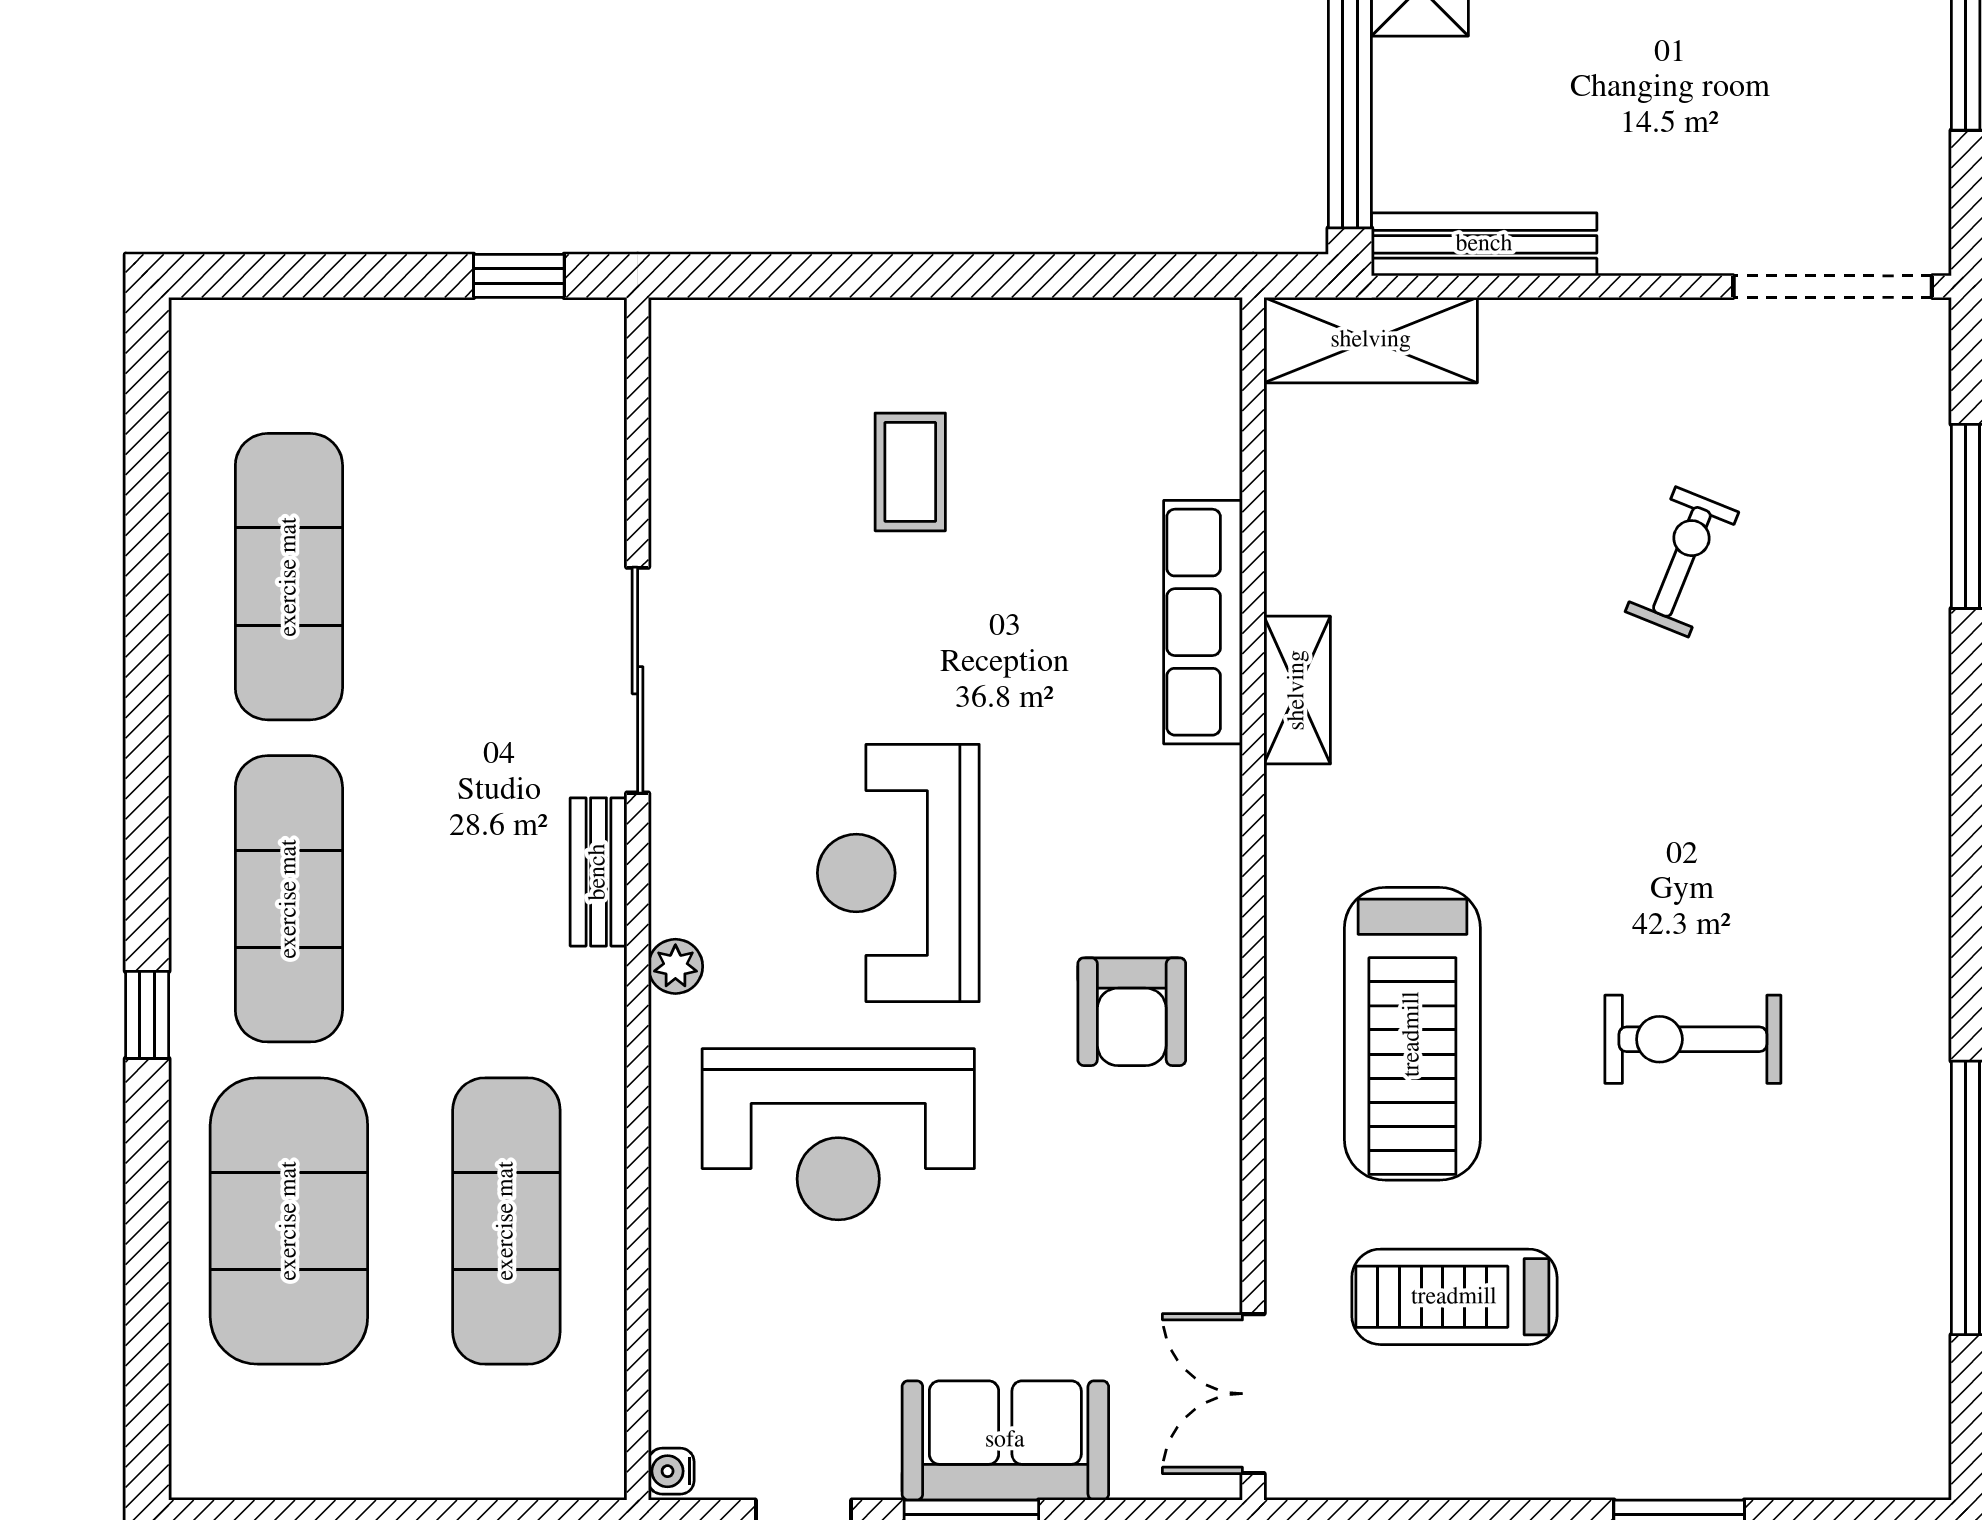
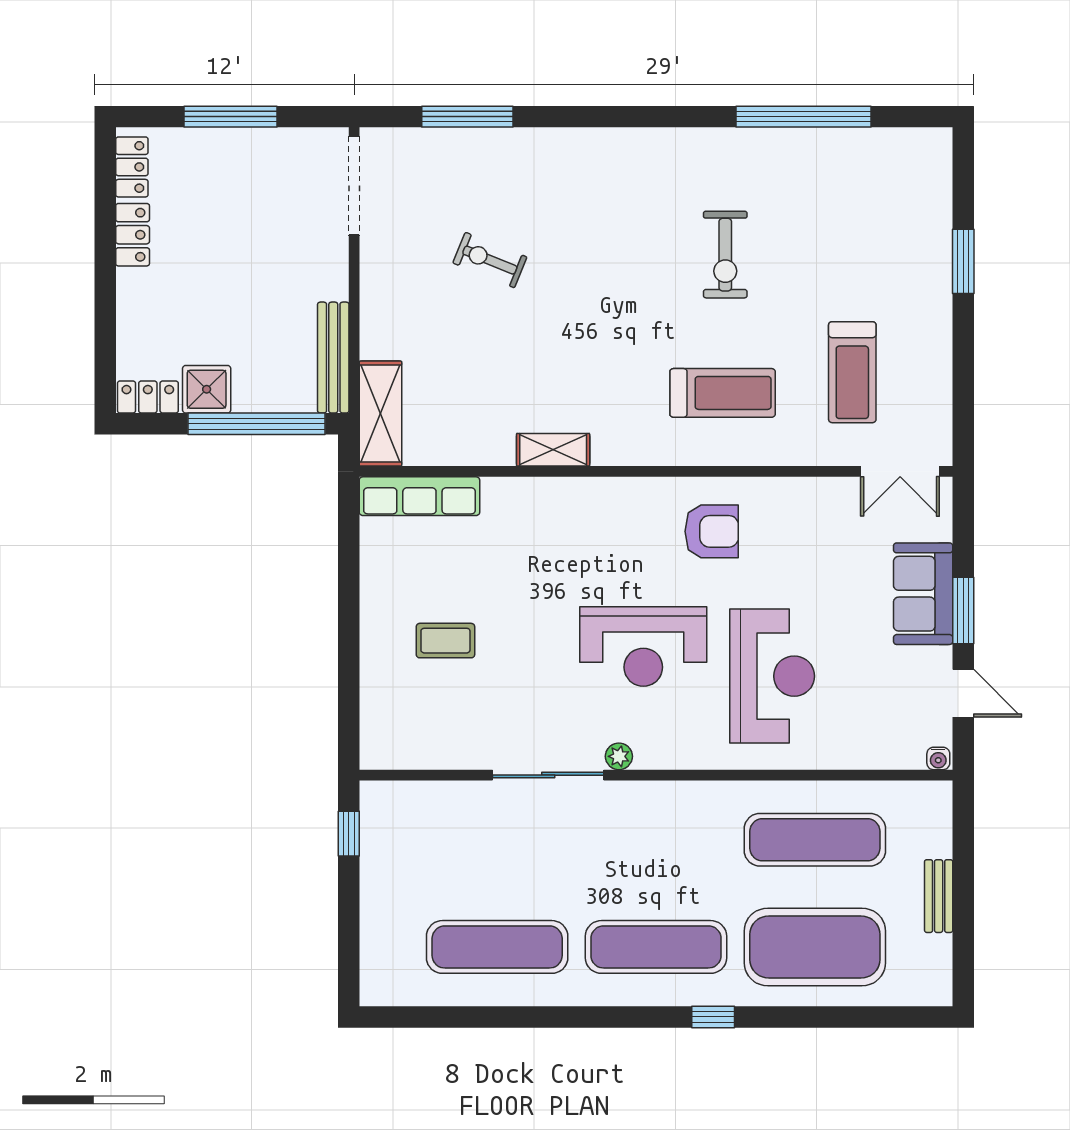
row of seats: (1203, 622) -> (419, 496), moved
bench: (598, 872) -> (939, 896), moved, turned 90
plant: (675, 966) -> (619, 756), moved
treadmill: (1412, 1034) -> (723, 393), width x0.73, depth x0.73

